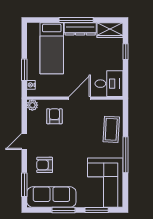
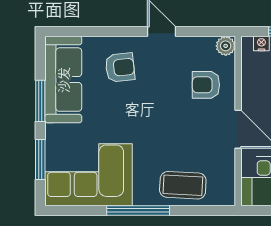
armchair: (54, 116) -> (206, 85), turned 180
armchair: (45, 165) -> (120, 68), turned 84
window: (24, 185) -> (85, 32), removed

